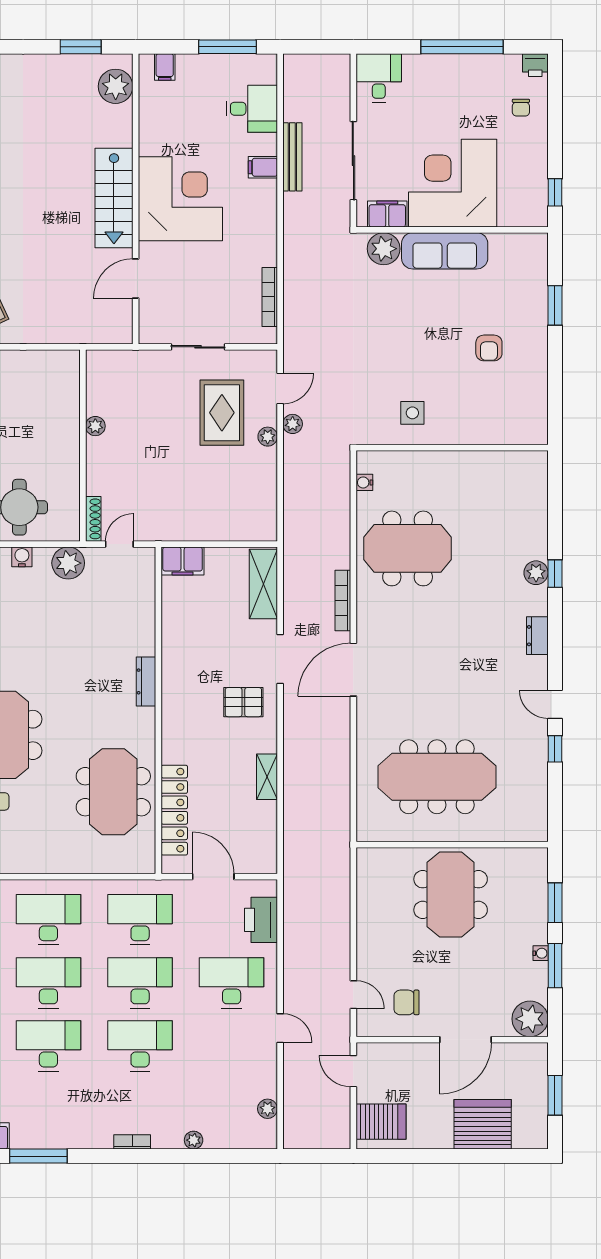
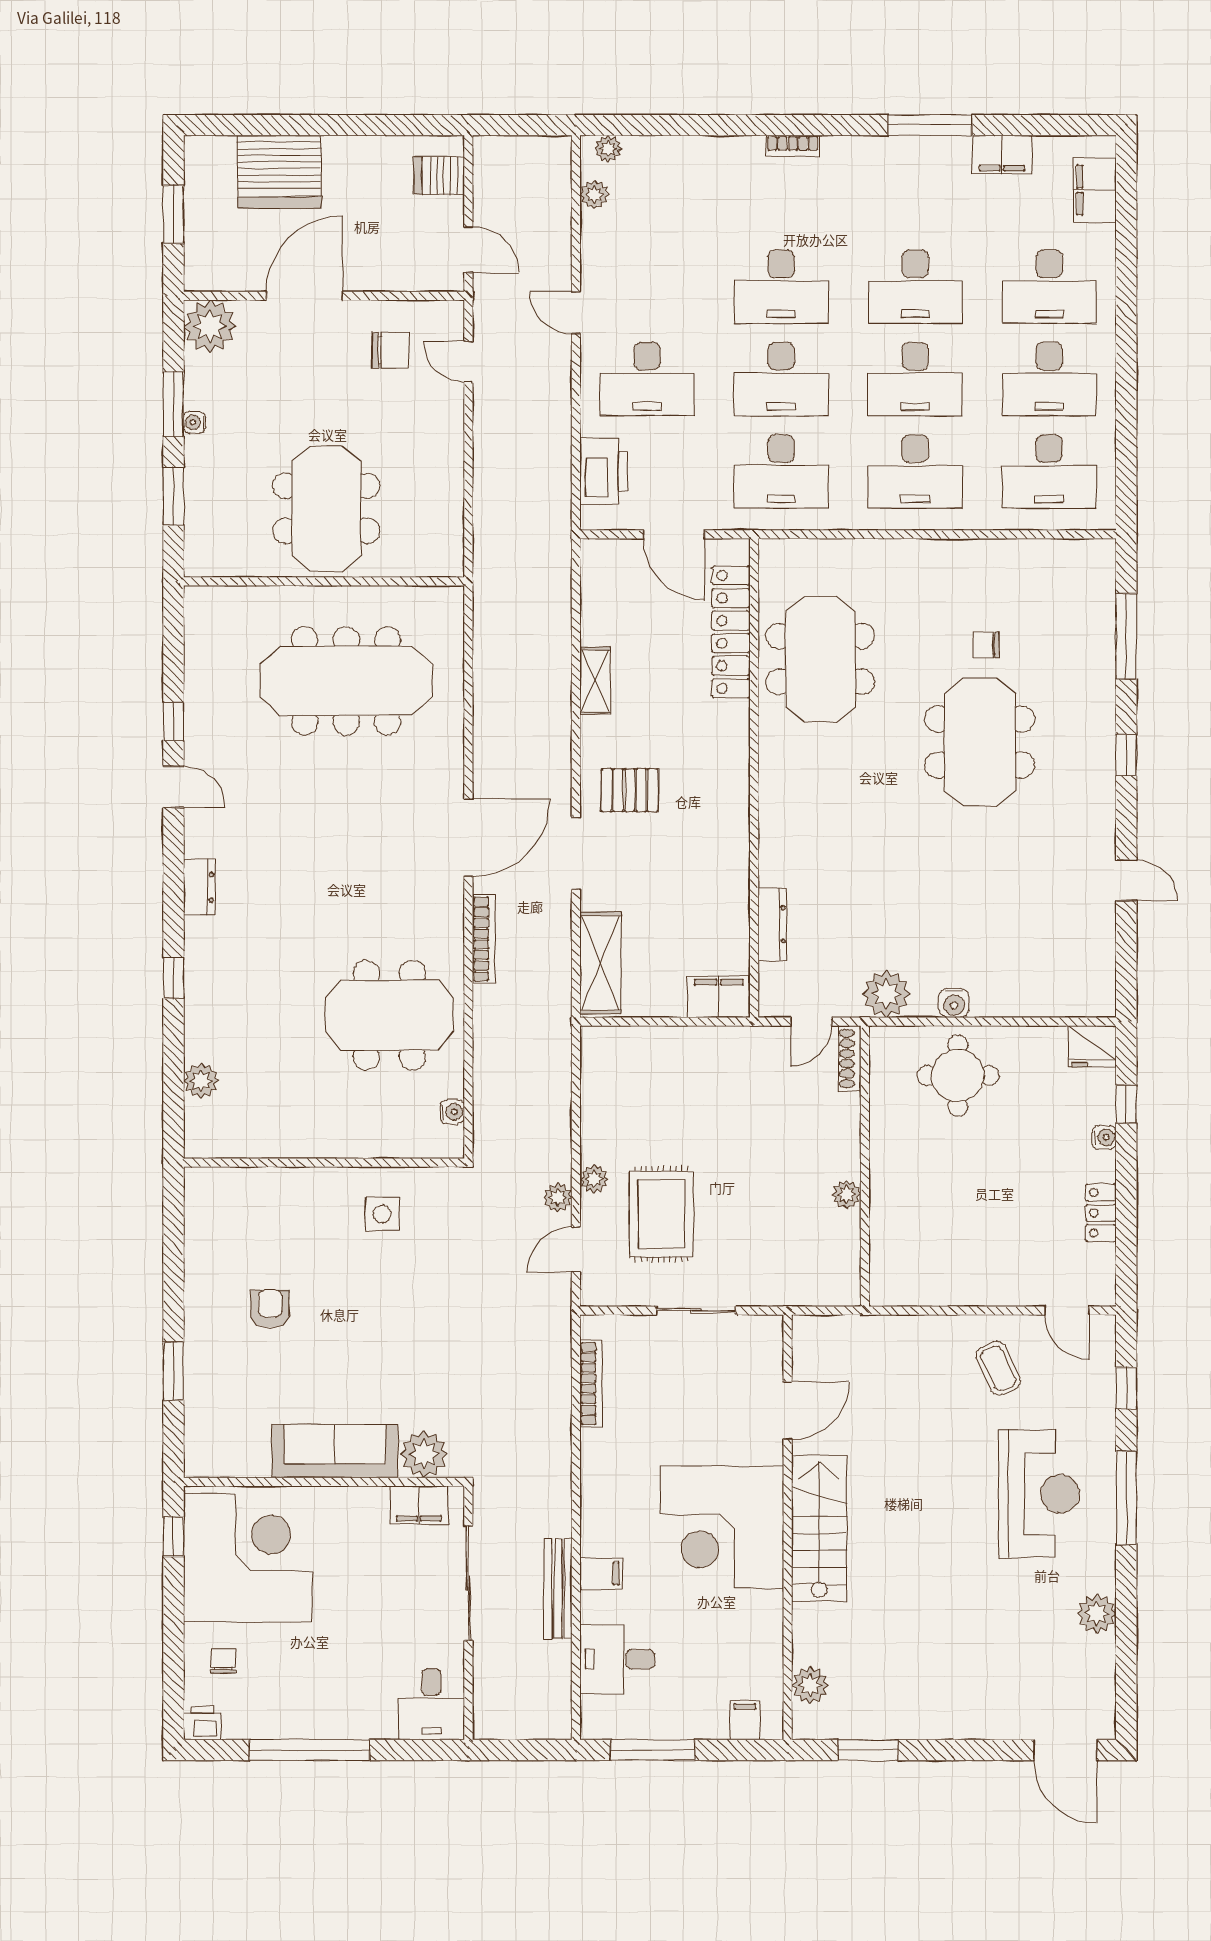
plant: (116, 86) -> (810, 1685), width x0.73, depth x0.73
corner desk: (453, 183) -> (248, 1558), moved, turned -90
plant: (536, 573) -> (201, 1081), moved
dresser: (146, 681) -> (772, 924), moved
server rack: (381, 1122) -> (439, 176), width x0.73, depth x0.70
plant: (194, 1140) -> (608, 149), moved

